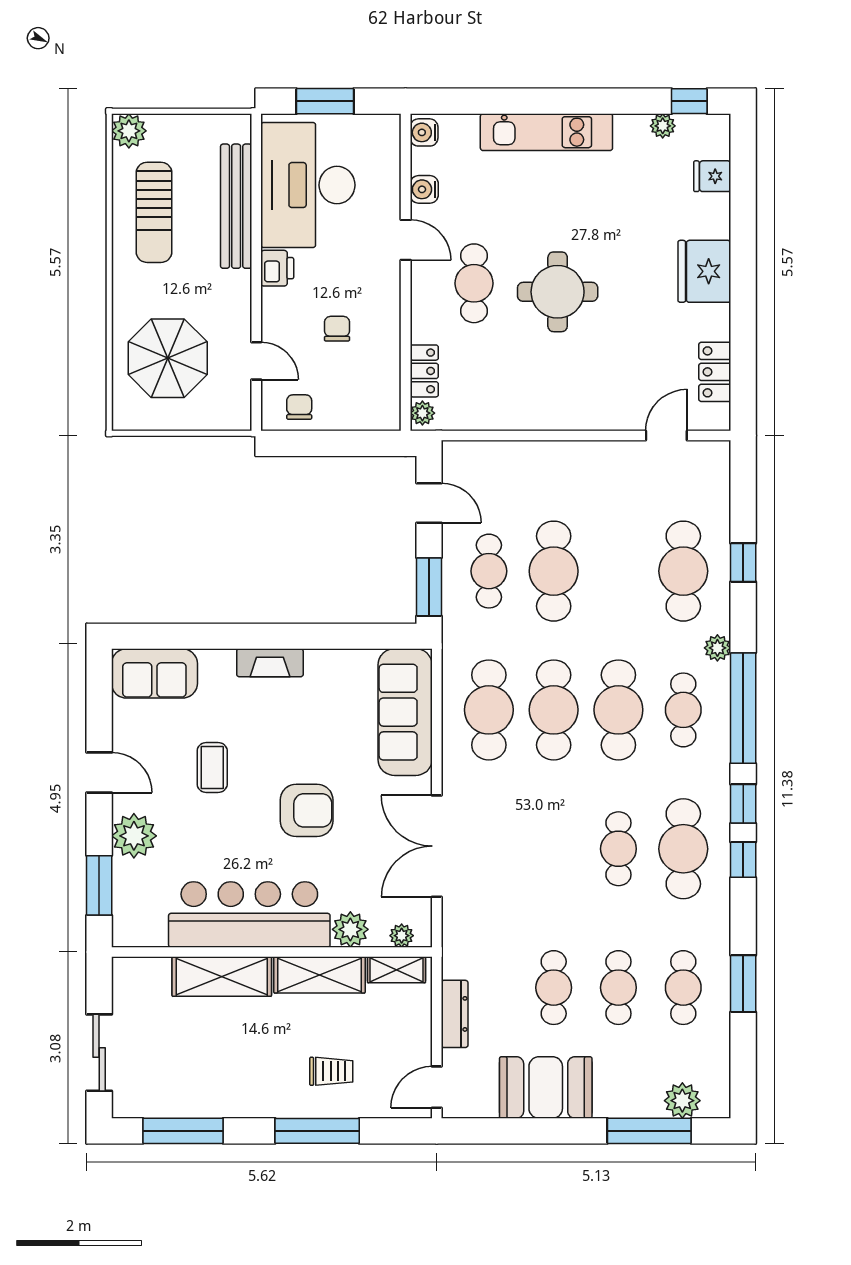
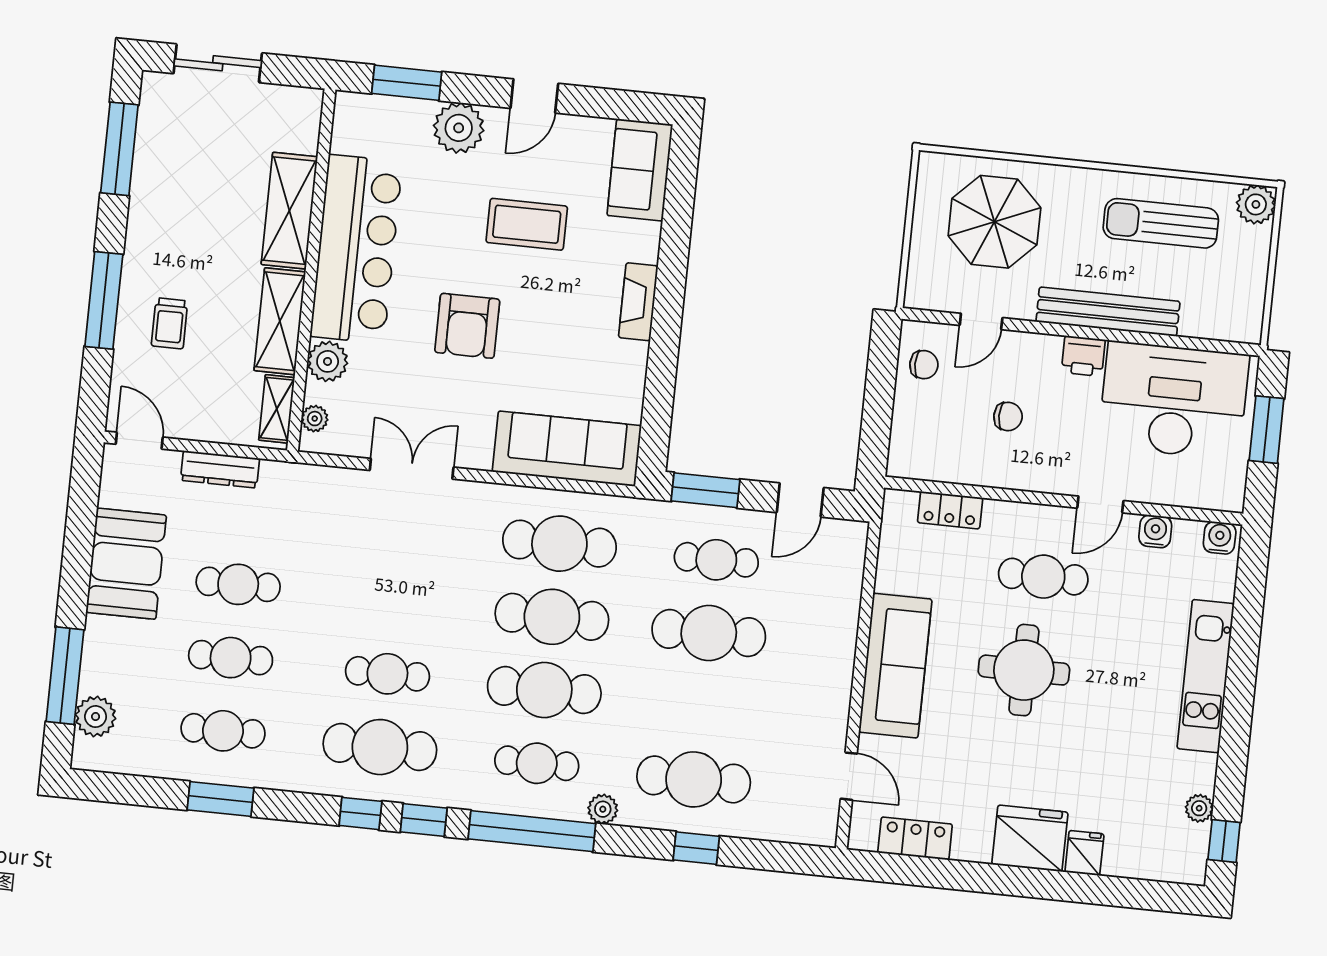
fridge: (712, 176) -> (1084, 853), moved
bench: (236, 206) -> (1108, 312), moved
sofa: (565, 405) -> (895, 666), added
plant: (422, 413) -> (903, 503), removed
coffee table: (212, 767) -> (527, 224), width x1.36, depth x1.30
double door: (437, 846) -> (412, 469), width x0.73

